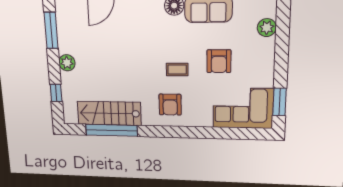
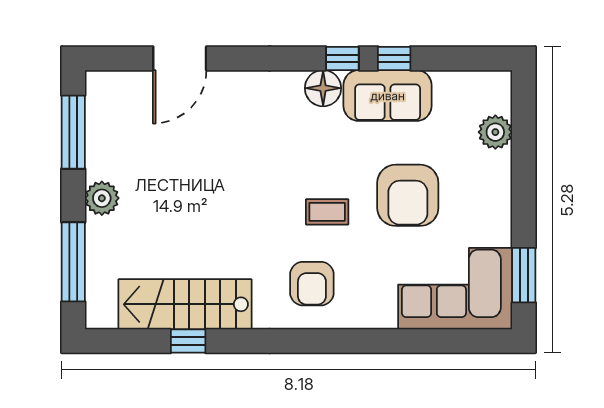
armchair: (219, 61) -> (408, 195), width x1.36, depth x1.36
window: (56, 93) -> (73, 262), width x2.17
window: (111, 130) -> (188, 341), width x0.32

